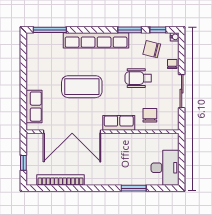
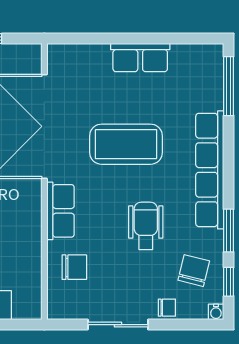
wheelchair: (138, 78) -> (146, 226), moved
coffee table: (82, 87) -> (126, 144), turned 90
row of seats: (34, 107) -> (140, 58), moved

